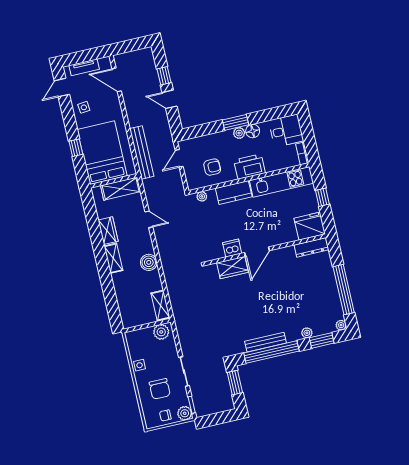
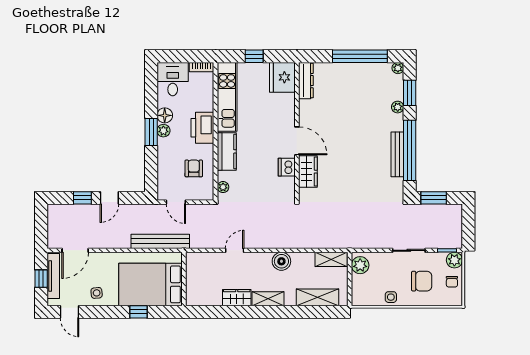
window: (85, 56) -> (41, 279), added
tv unit: (84, 67) -> (53, 276), width x1.41
shelving: (121, 189) -> (318, 297), moved, turned 90

